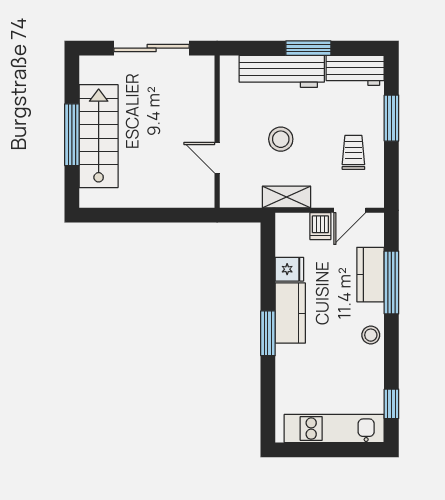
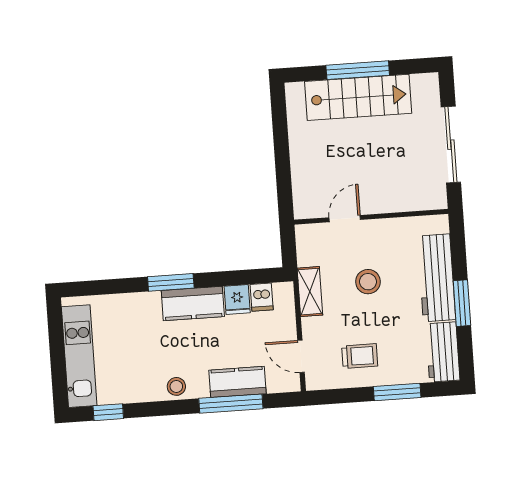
dishwasher: (320, 226) -> (262, 297), moved, turned -90

